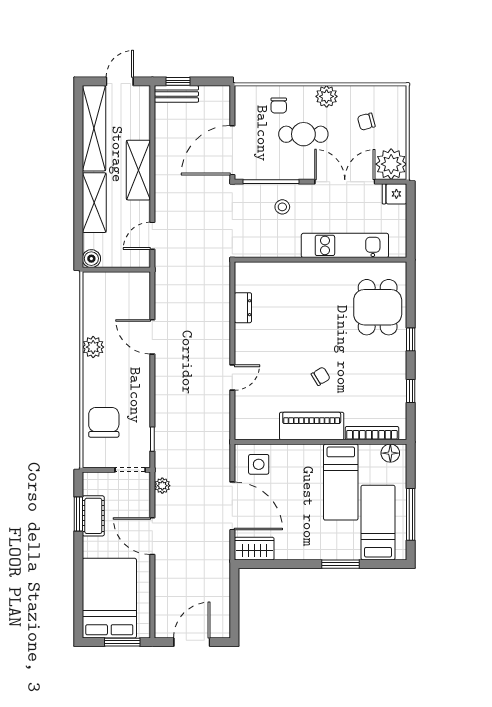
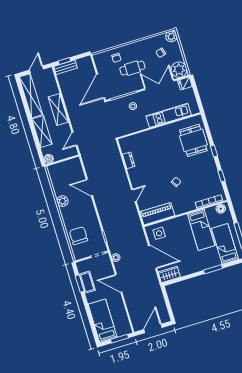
plant: (327, 96) -> (171, 36), moved
piano: (312, 426) -> (157, 214), moved
bed: (109, 598) -> (103, 321), width x0.67

